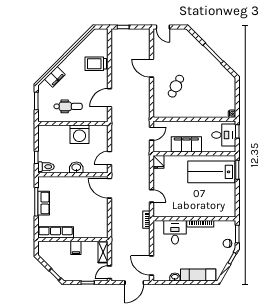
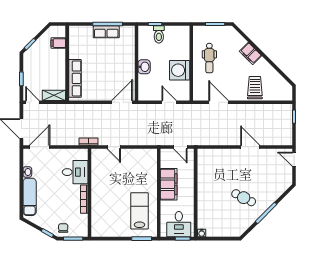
door: (163, 27) -> (294, 159), hinge flipped
door: (151, 68) -> (250, 147), hinge flipped
filing cabinet: (55, 77) -> (250, 53), moved
cafe table: (176, 86) -> (244, 198), moved
door: (110, 158) -> (169, 102), moved
fridge: (158, 162) -> (150, 155), removed
toilet: (46, 167) -> (159, 34), moved
lab bench: (211, 172) -> (139, 211), width x0.73, depth x0.72
door: (151, 196) -> (114, 147), hinge flipped
row of seats: (56, 232) -> (75, 78), moved
filing cabinet: (76, 248) -> (58, 43), moved

